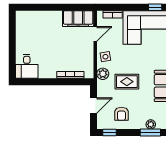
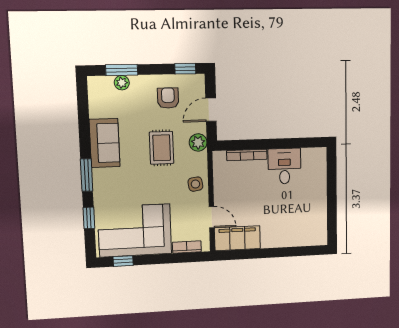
door: (95, 34) -> (212, 217), swing flipped
desk: (27, 66) -> (284, 166), moved
plant: (103, 74) -> (198, 142), moved
rug: (127, 82) -> (162, 148), turned 90

